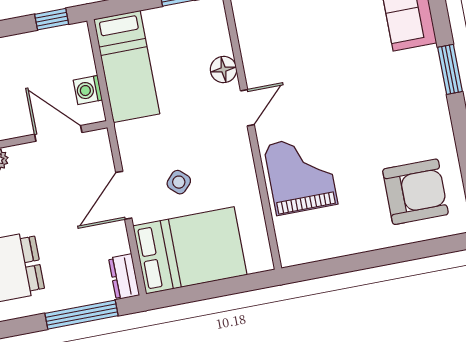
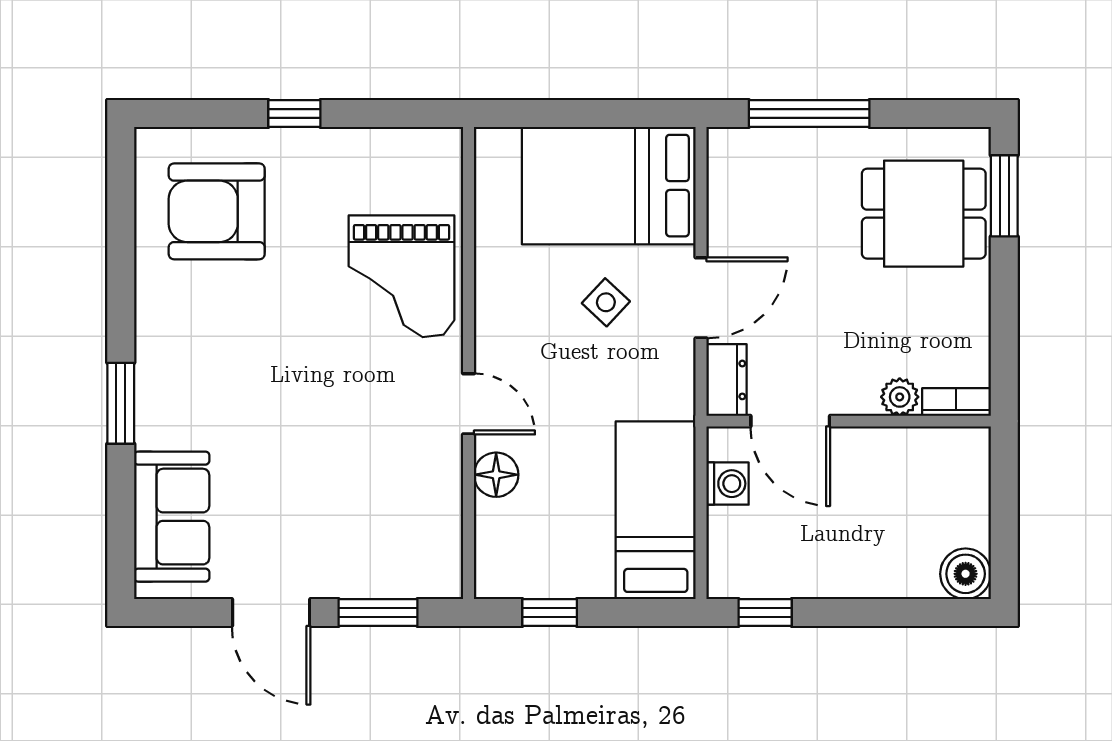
door: (247, 108) -> (469, 404), swing flipped
window: (381, 257) -> (294, 113), added
dresser: (124, 277) -> (727, 380), moved

